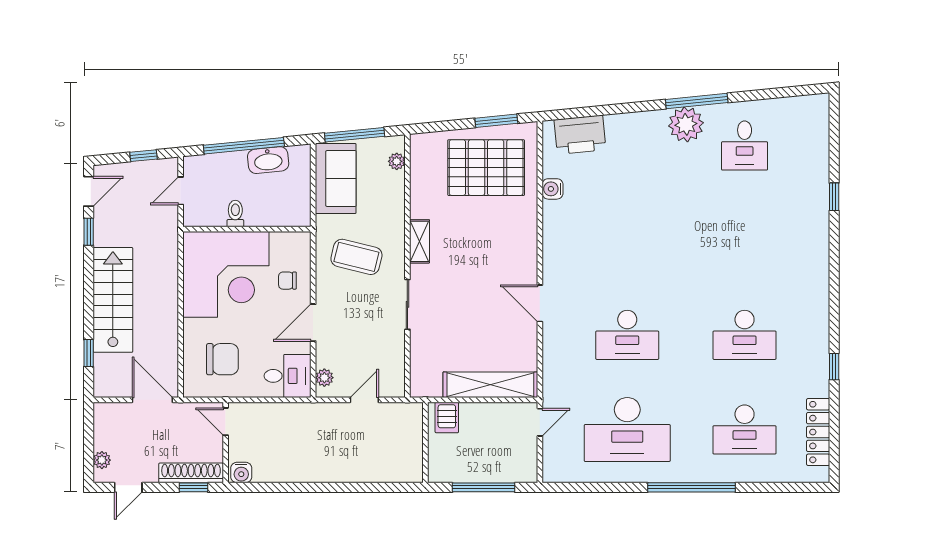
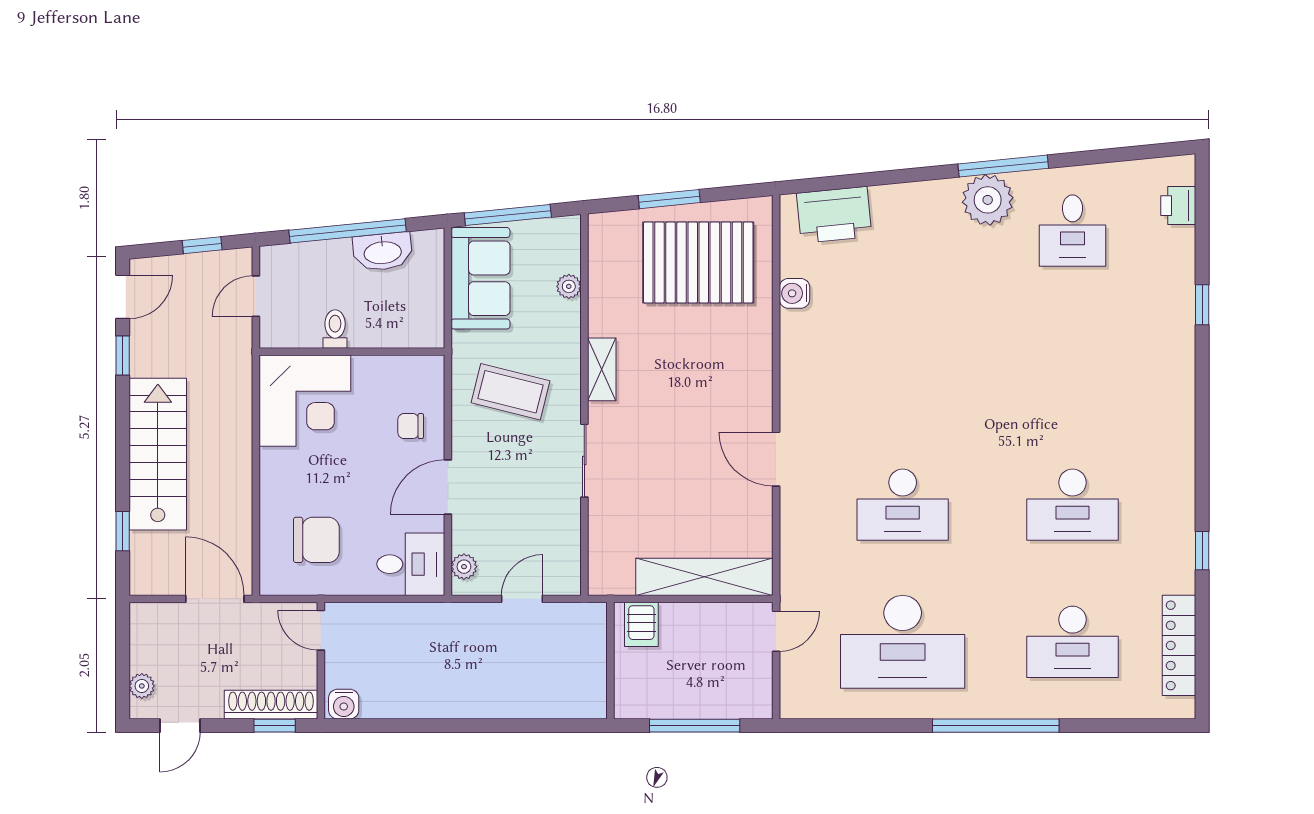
window: (496, 121) -> (669, 199), moved
printer: (818, 128) -> (1178, 206), added
plant: (397, 161) -> (569, 286), moved
corner desk: (226, 274) -> (305, 401), width x0.74, depth x0.74

